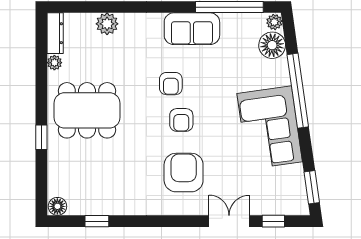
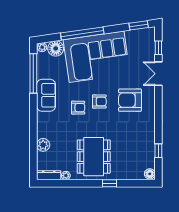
corner sofa: (270, 128) -> (97, 57), width x1.36, depth x1.36

